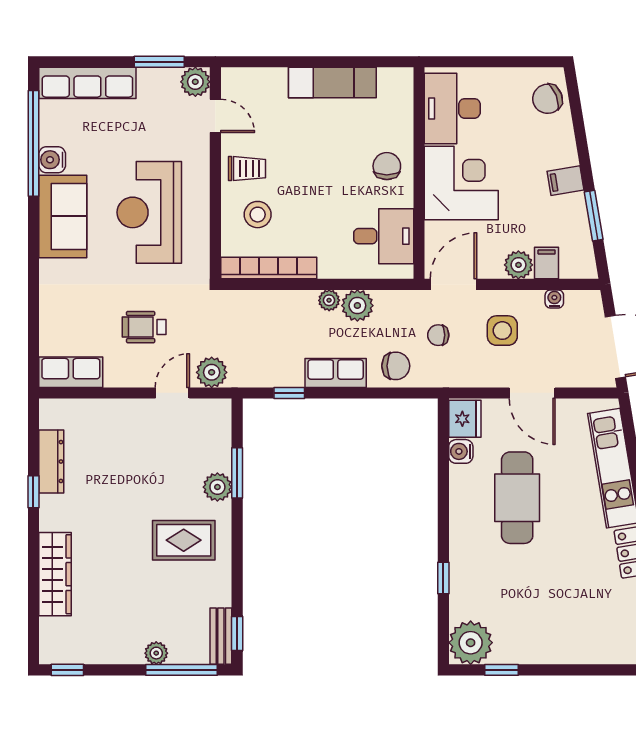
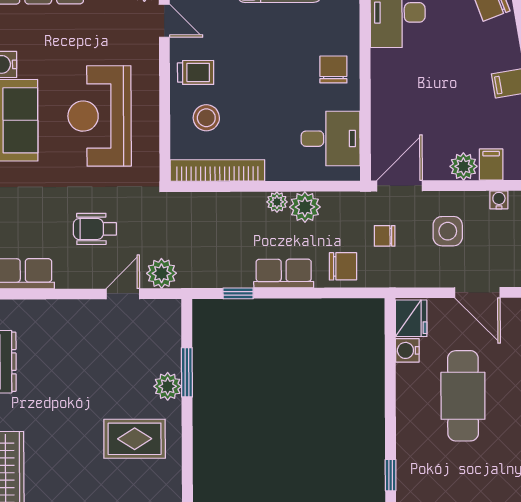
corner desk: (461, 183) -> (407, 86), removed

